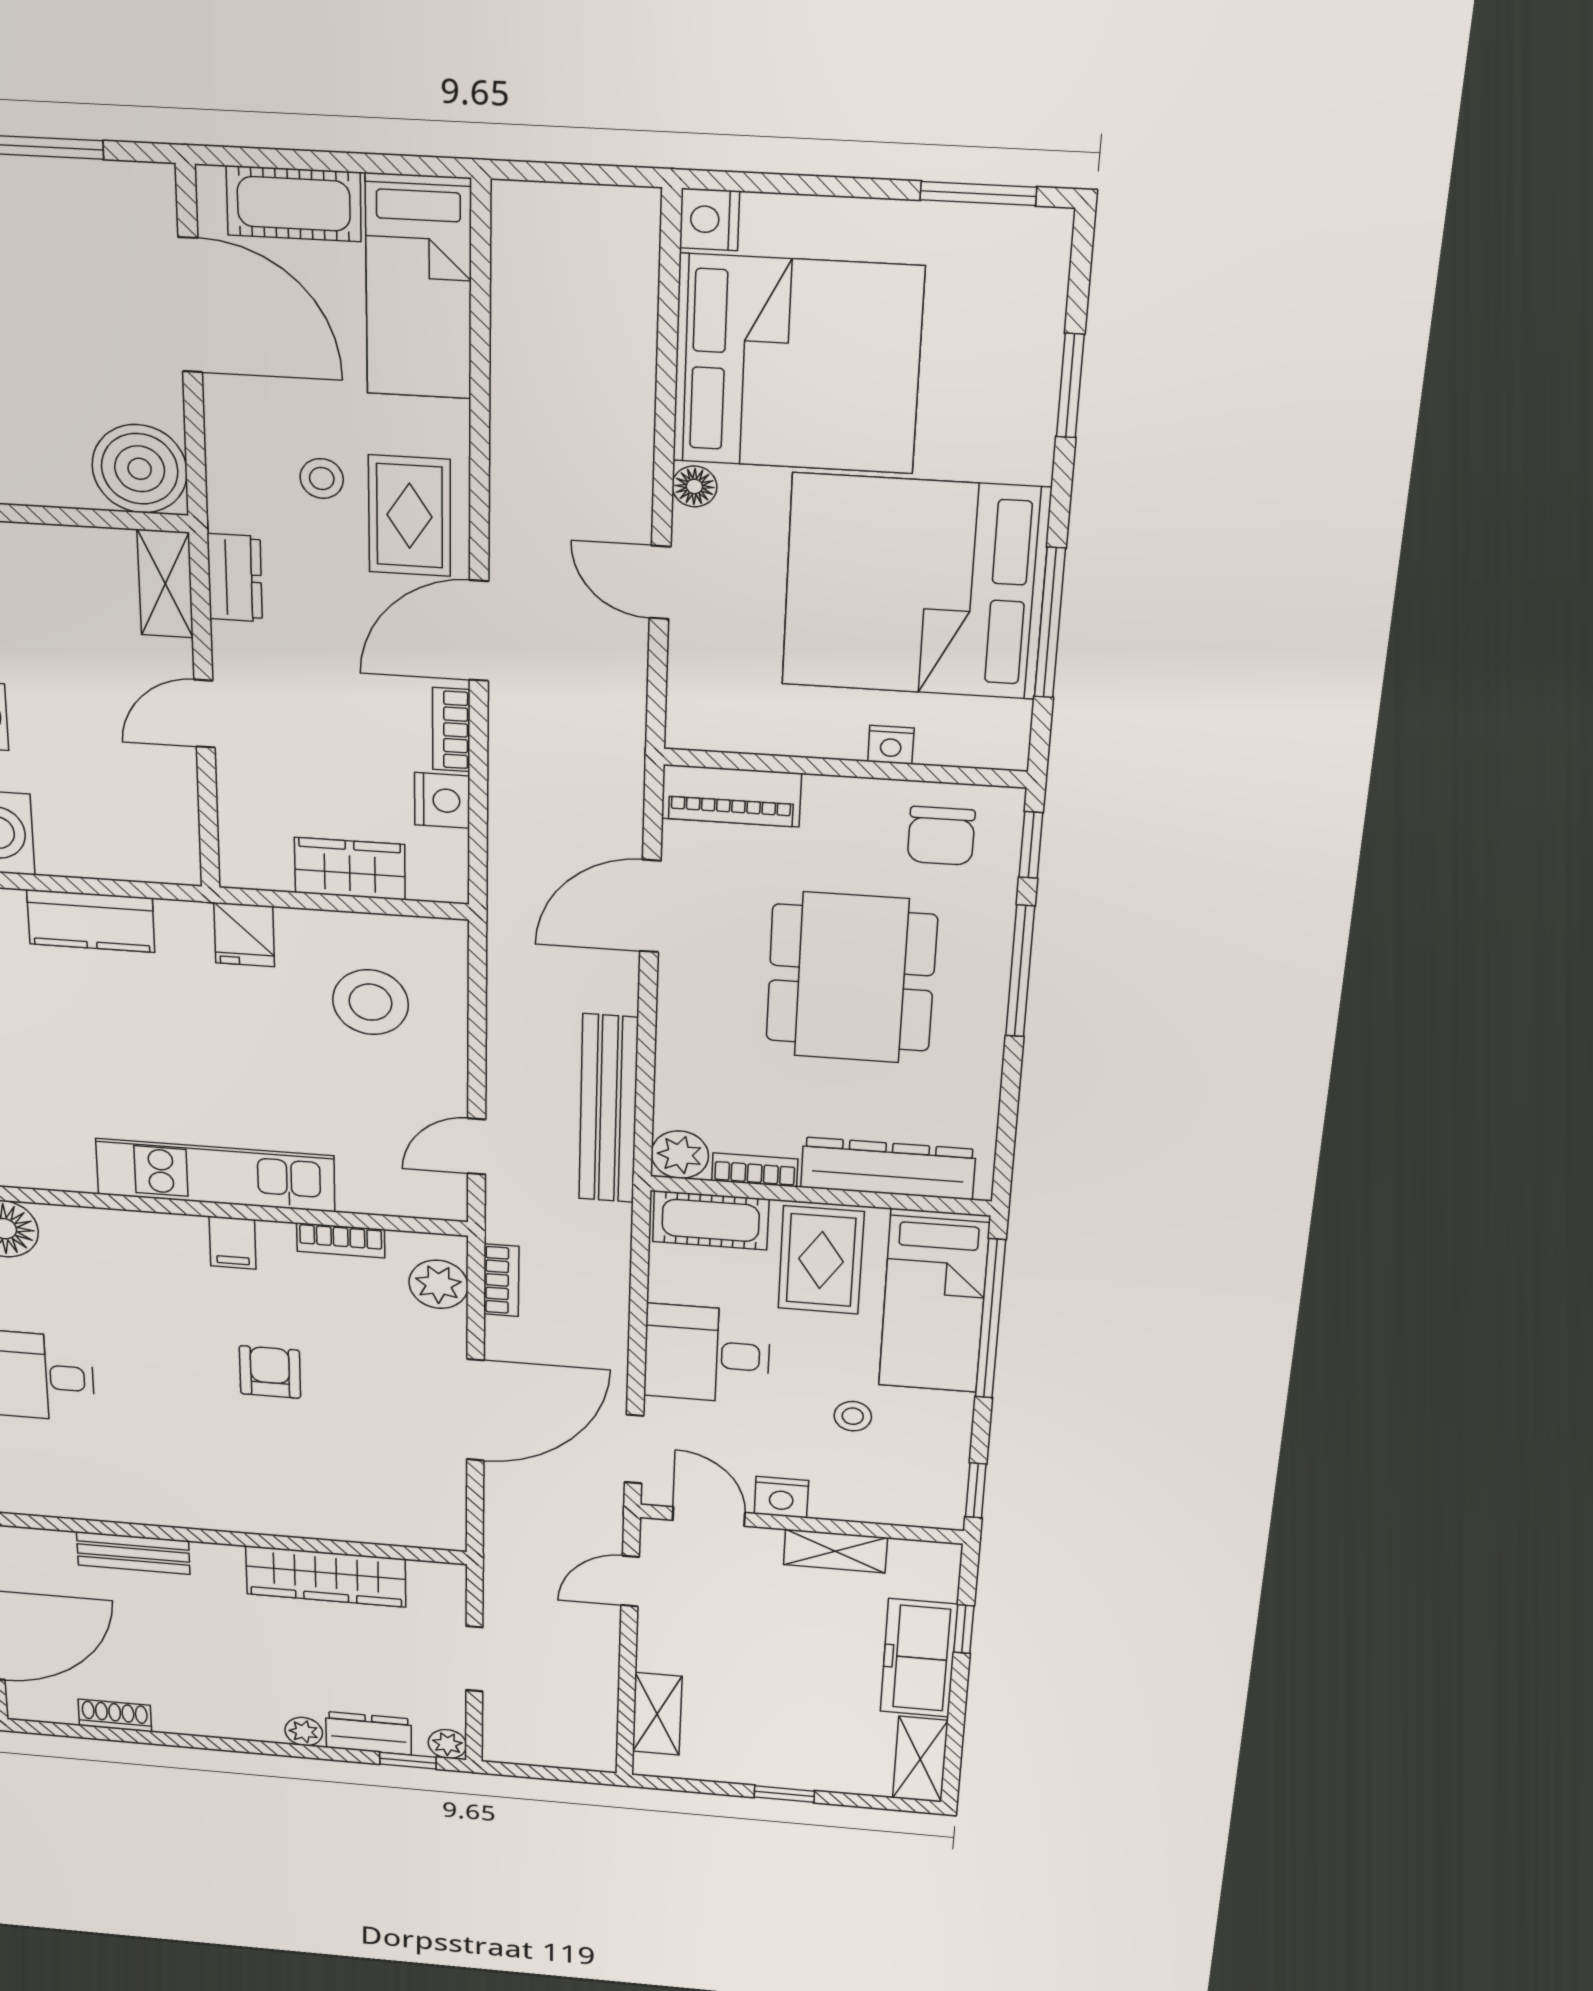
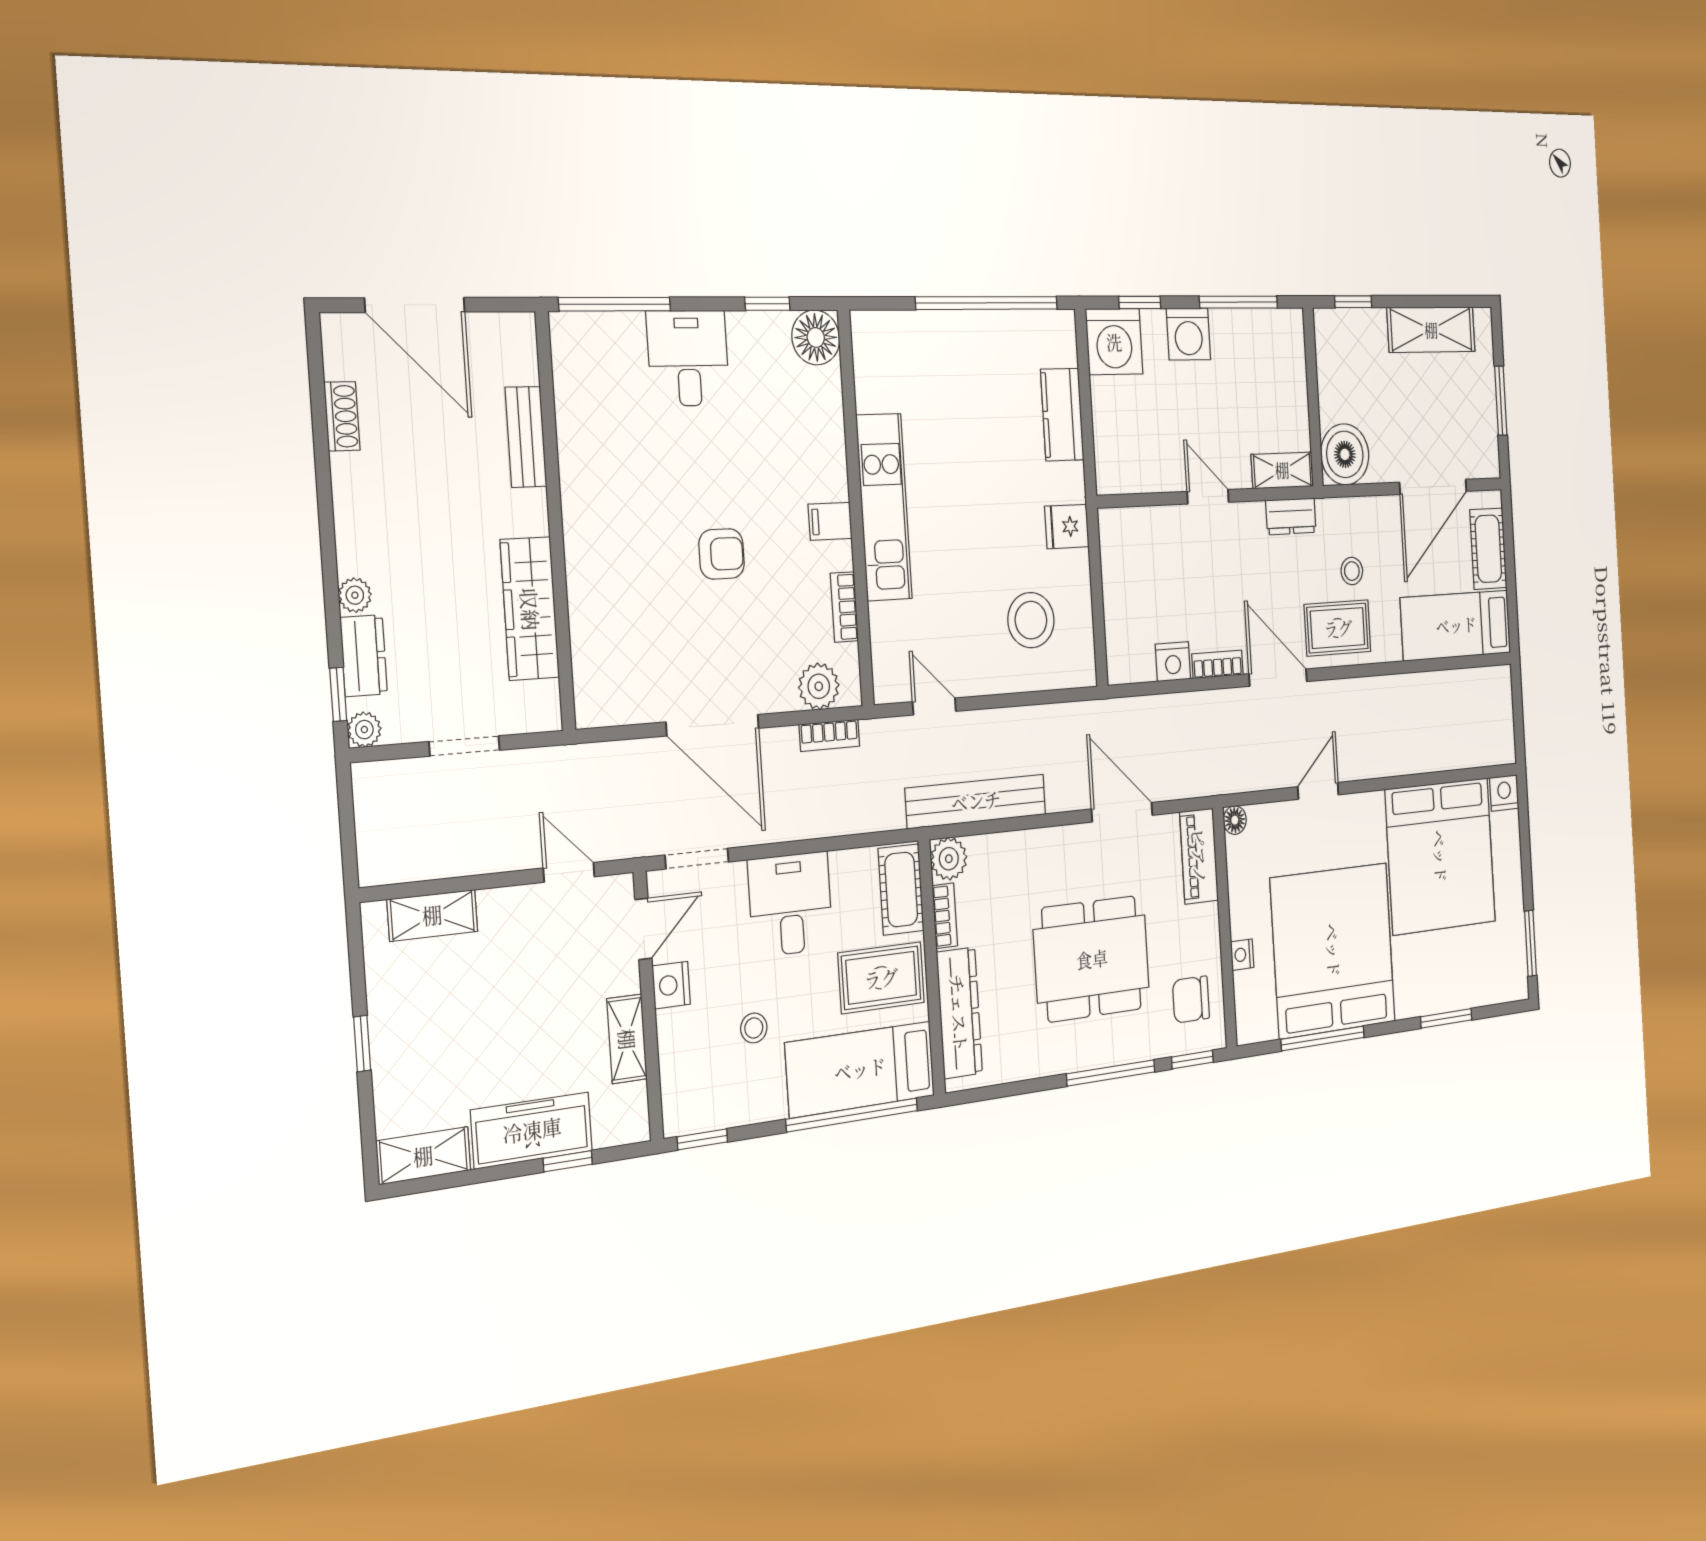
floor lamp: (694, 486) -> (1235, 820), moved
wardrobe: (350, 869) -> (1121, 600), removed

